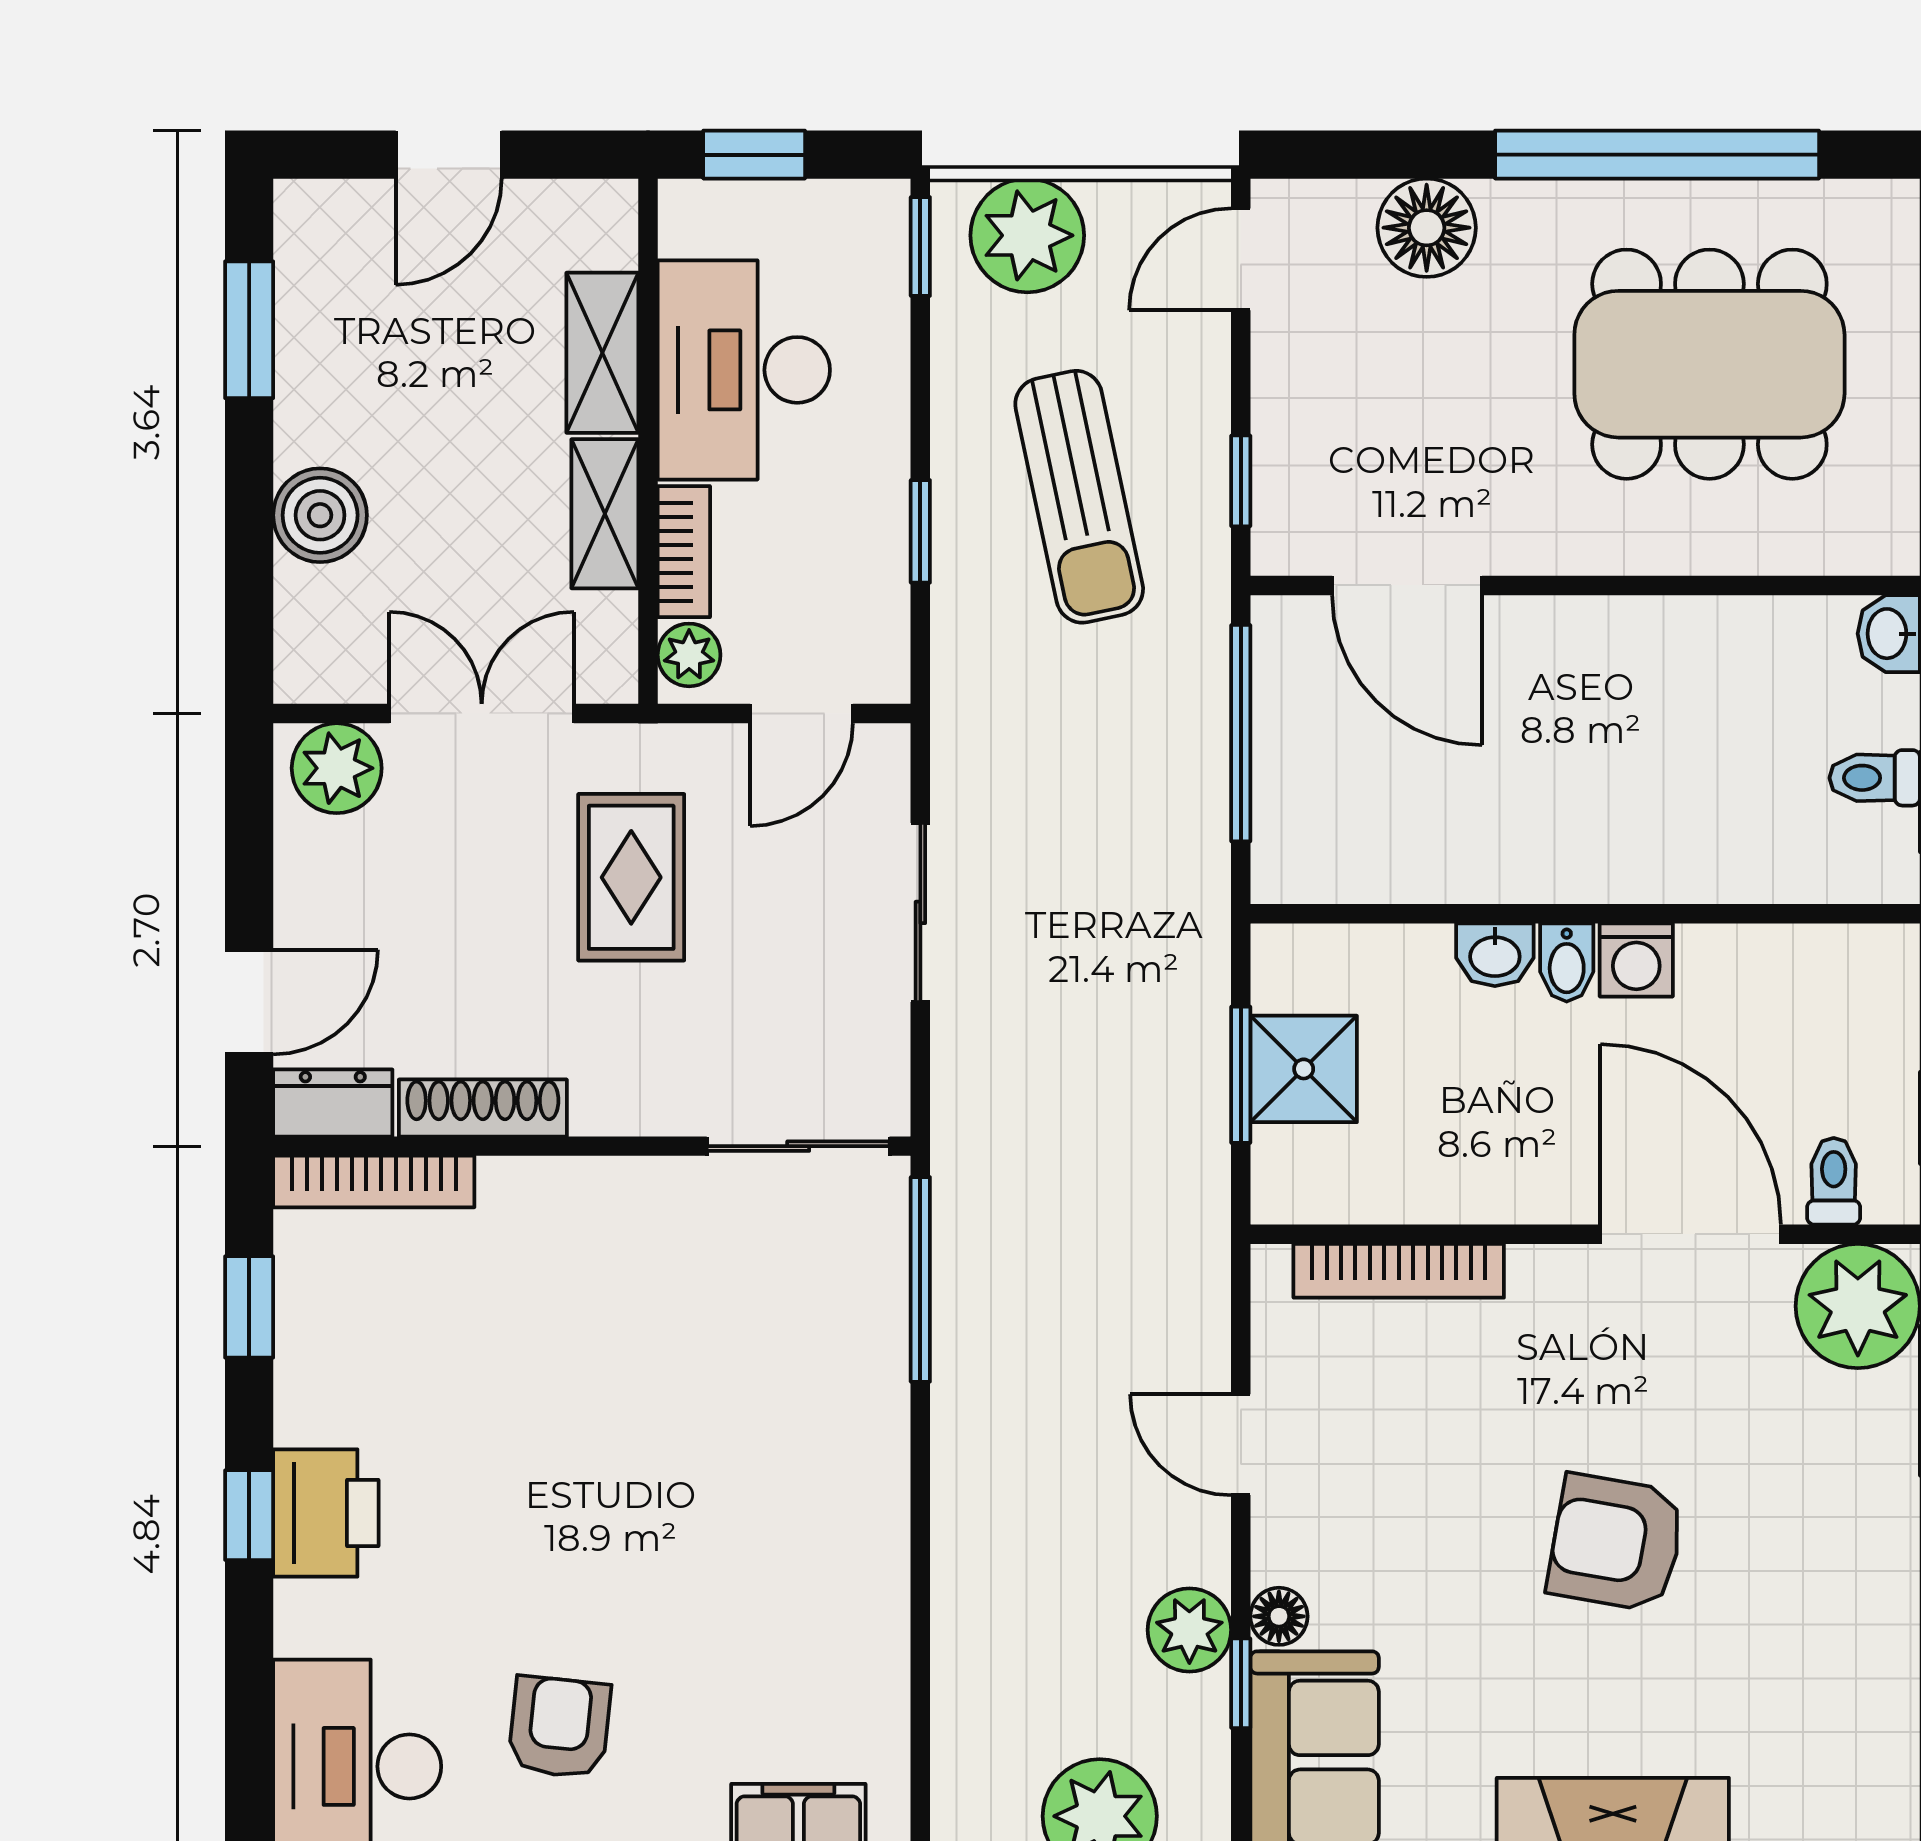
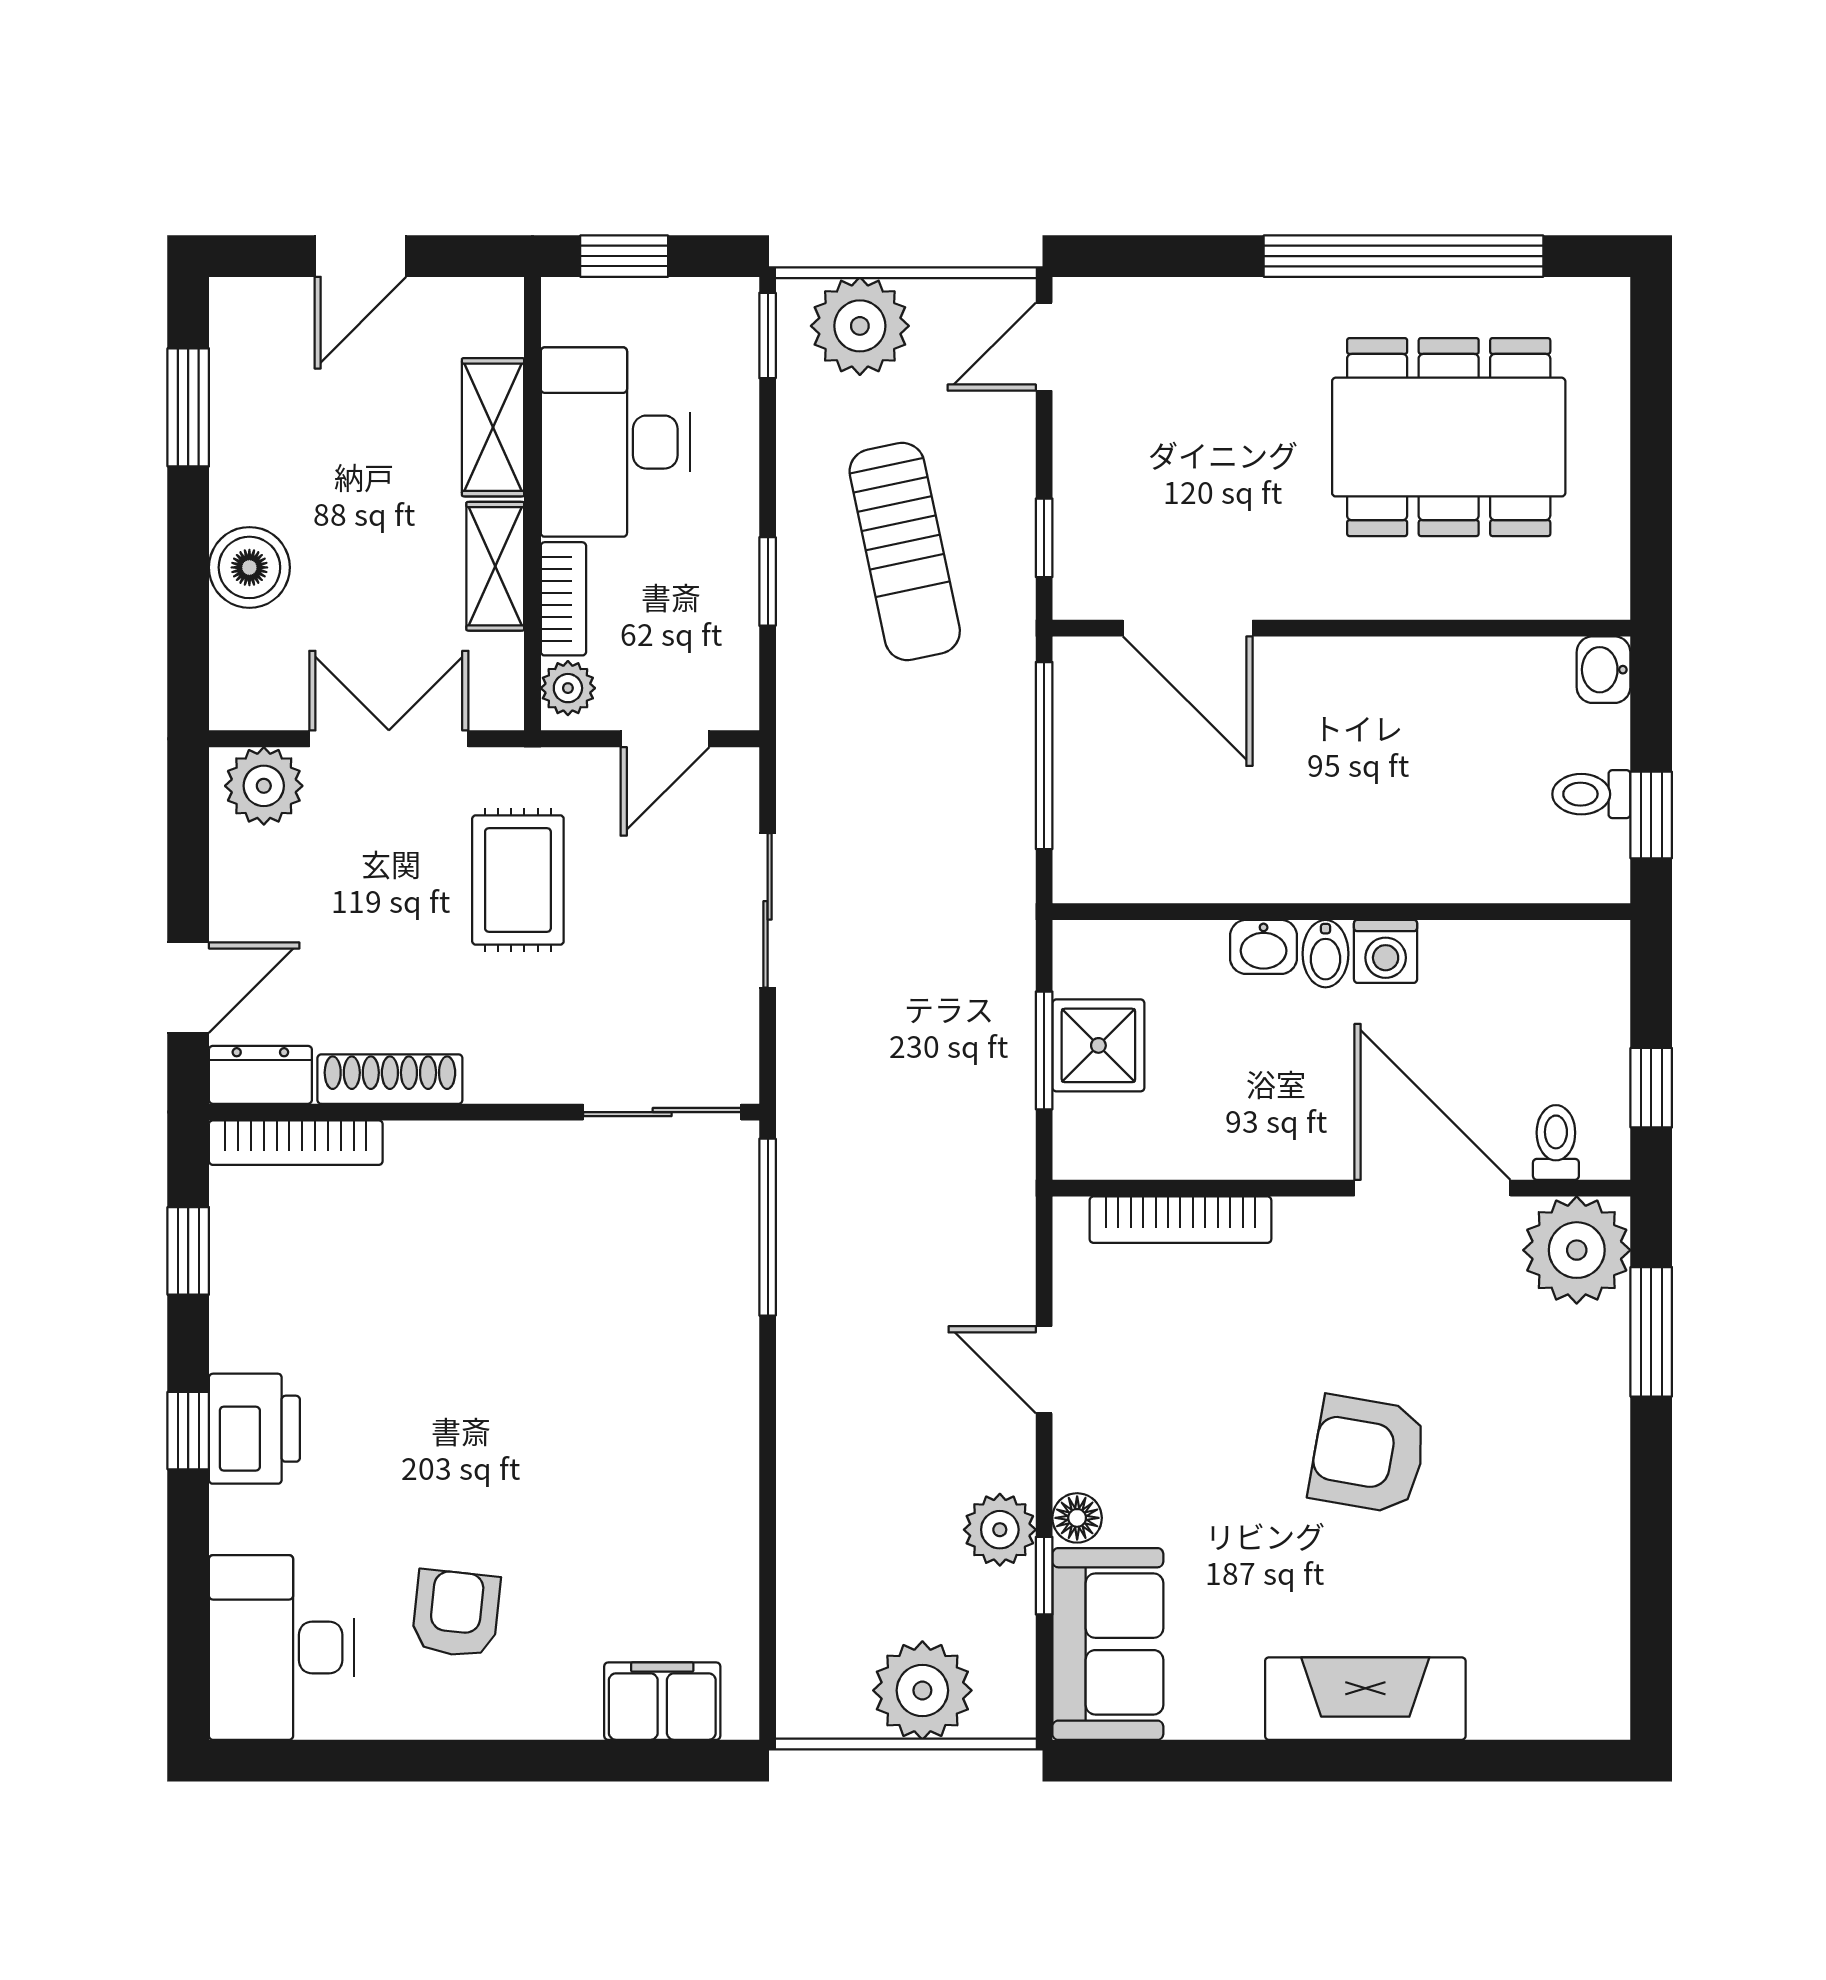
floor lamp: (1427, 228) -> (1205, 319), removed

